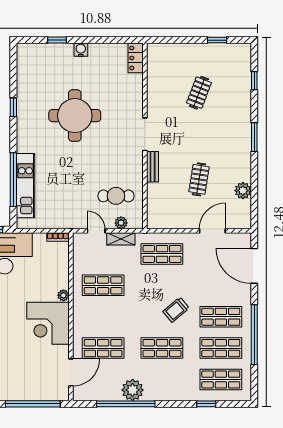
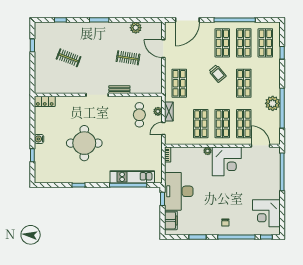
shop shelf: (103, 317) -> (222, 124), added

